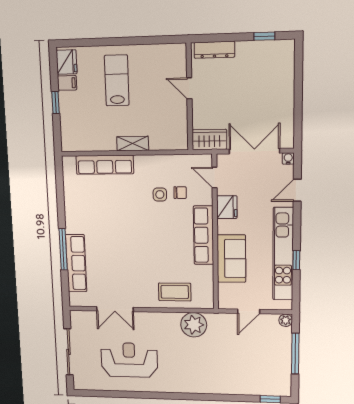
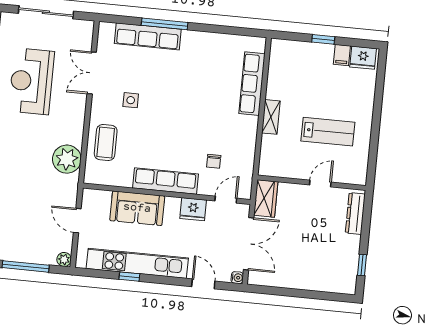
lab bench: (117, 80) -> (328, 132), moved
side table: (160, 195) -> (131, 100), moved
reception desk: (129, 360) -> (31, 81), turned 180

